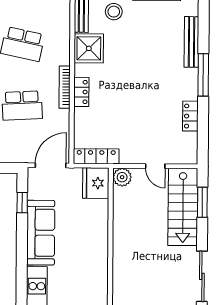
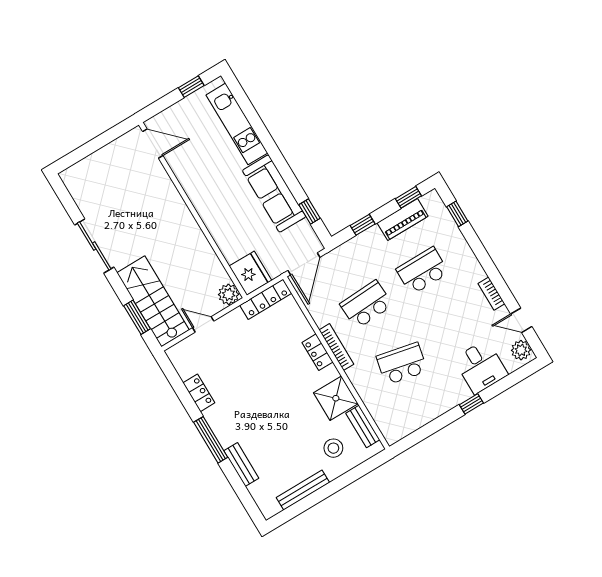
bench: (191, 42) -> (241, 464), width x0.73

